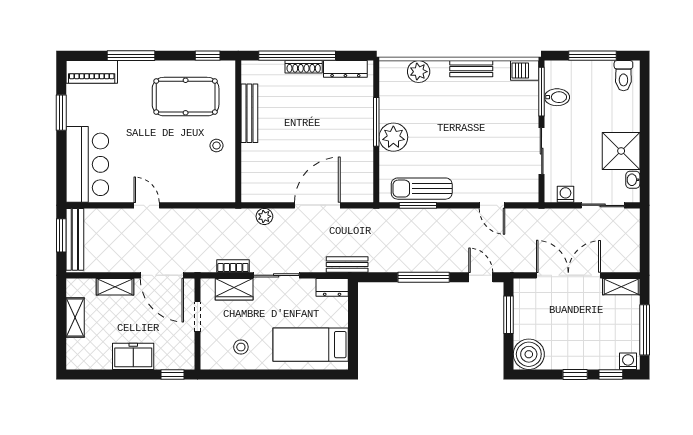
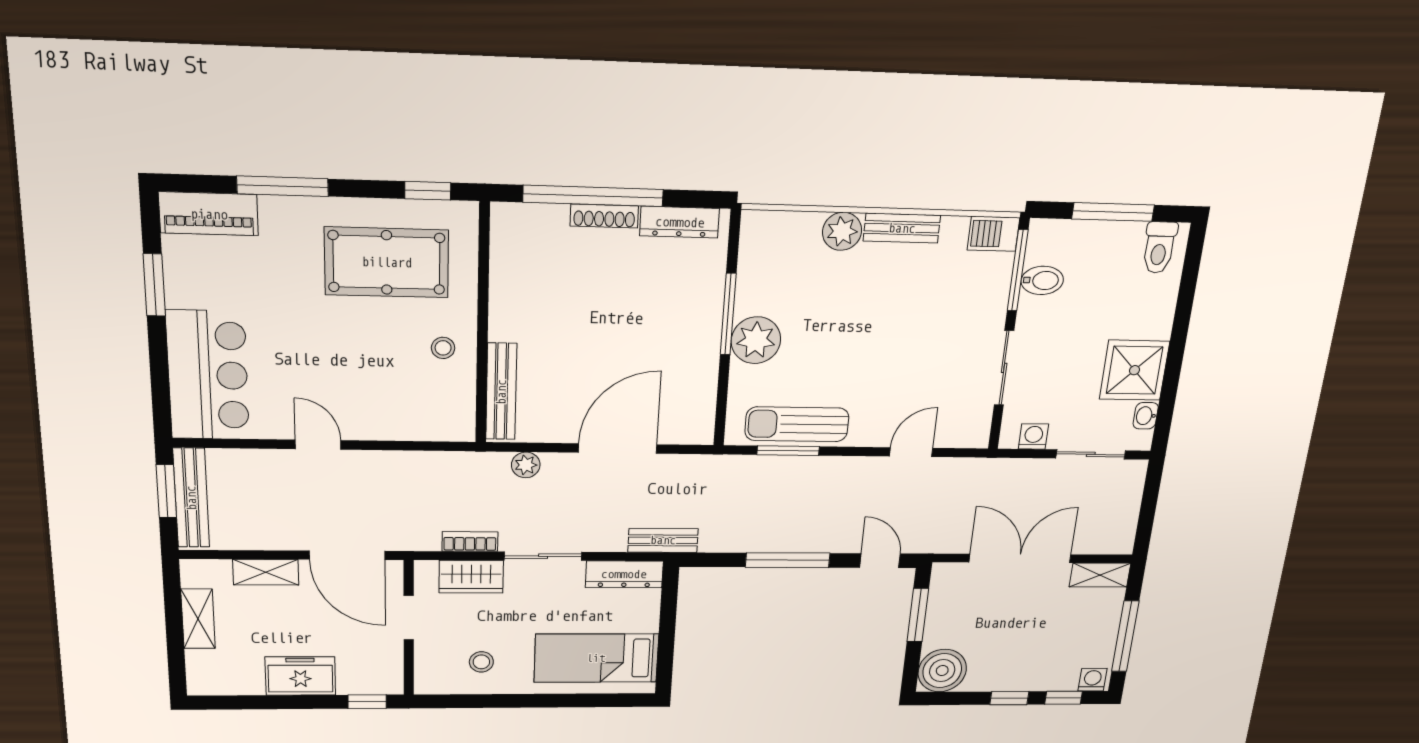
plant: (419, 72) -> (842, 231), moved
bench: (249, 113) -> (501, 392), moved
door: (492, 205) -> (911, 452), swing flipped
dresser: (332, 287) -> (624, 574), width x1.44

